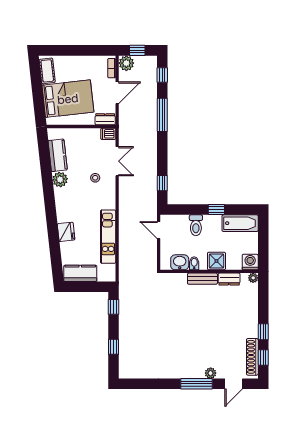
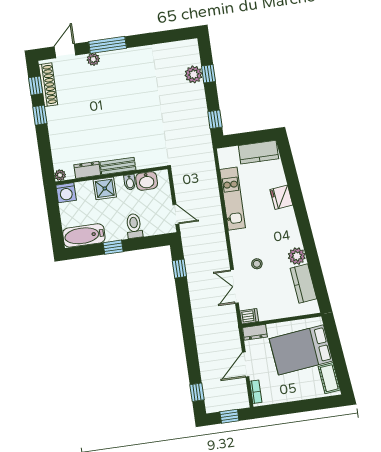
plant: (126, 63) -> (194, 74), moved
window: (162, 115) -> (190, 347), removed

